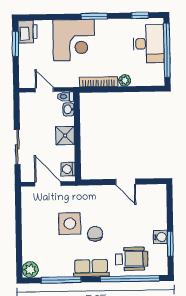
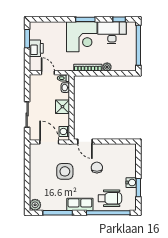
printer: (28, 32) -> (36, 48), moved
corner desk: (74, 40) -> (82, 37), moved
desk: (149, 44) -> (112, 33), moved, turned -90
door: (126, 182) -> (85, 141), moved
chair: (95, 234) -> (97, 168), moved

